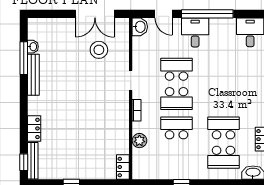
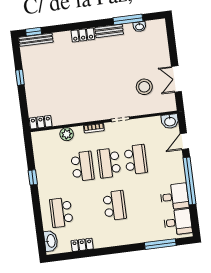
double door: (95, 14) -> (176, 79), width x0.73
desk: (195, 32) -> (174, 197), moved
bench: (33, 75) -> (109, 31), width x0.73
locker: (34, 128) -> (83, 35), moved
school desk: (223, 128) -> (115, 206), moved

